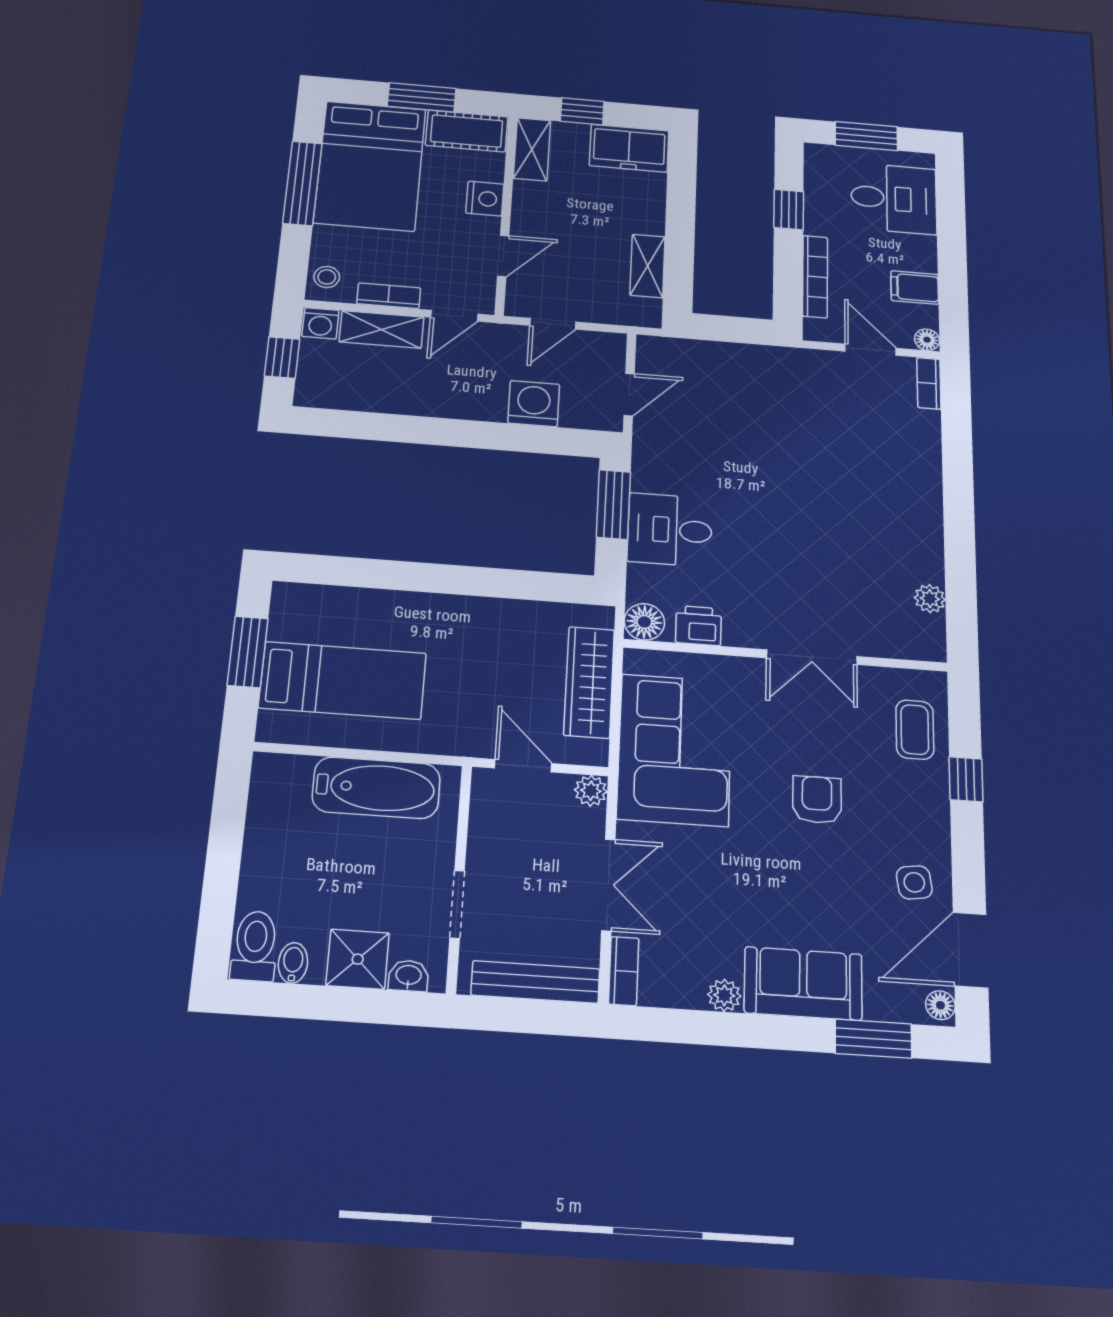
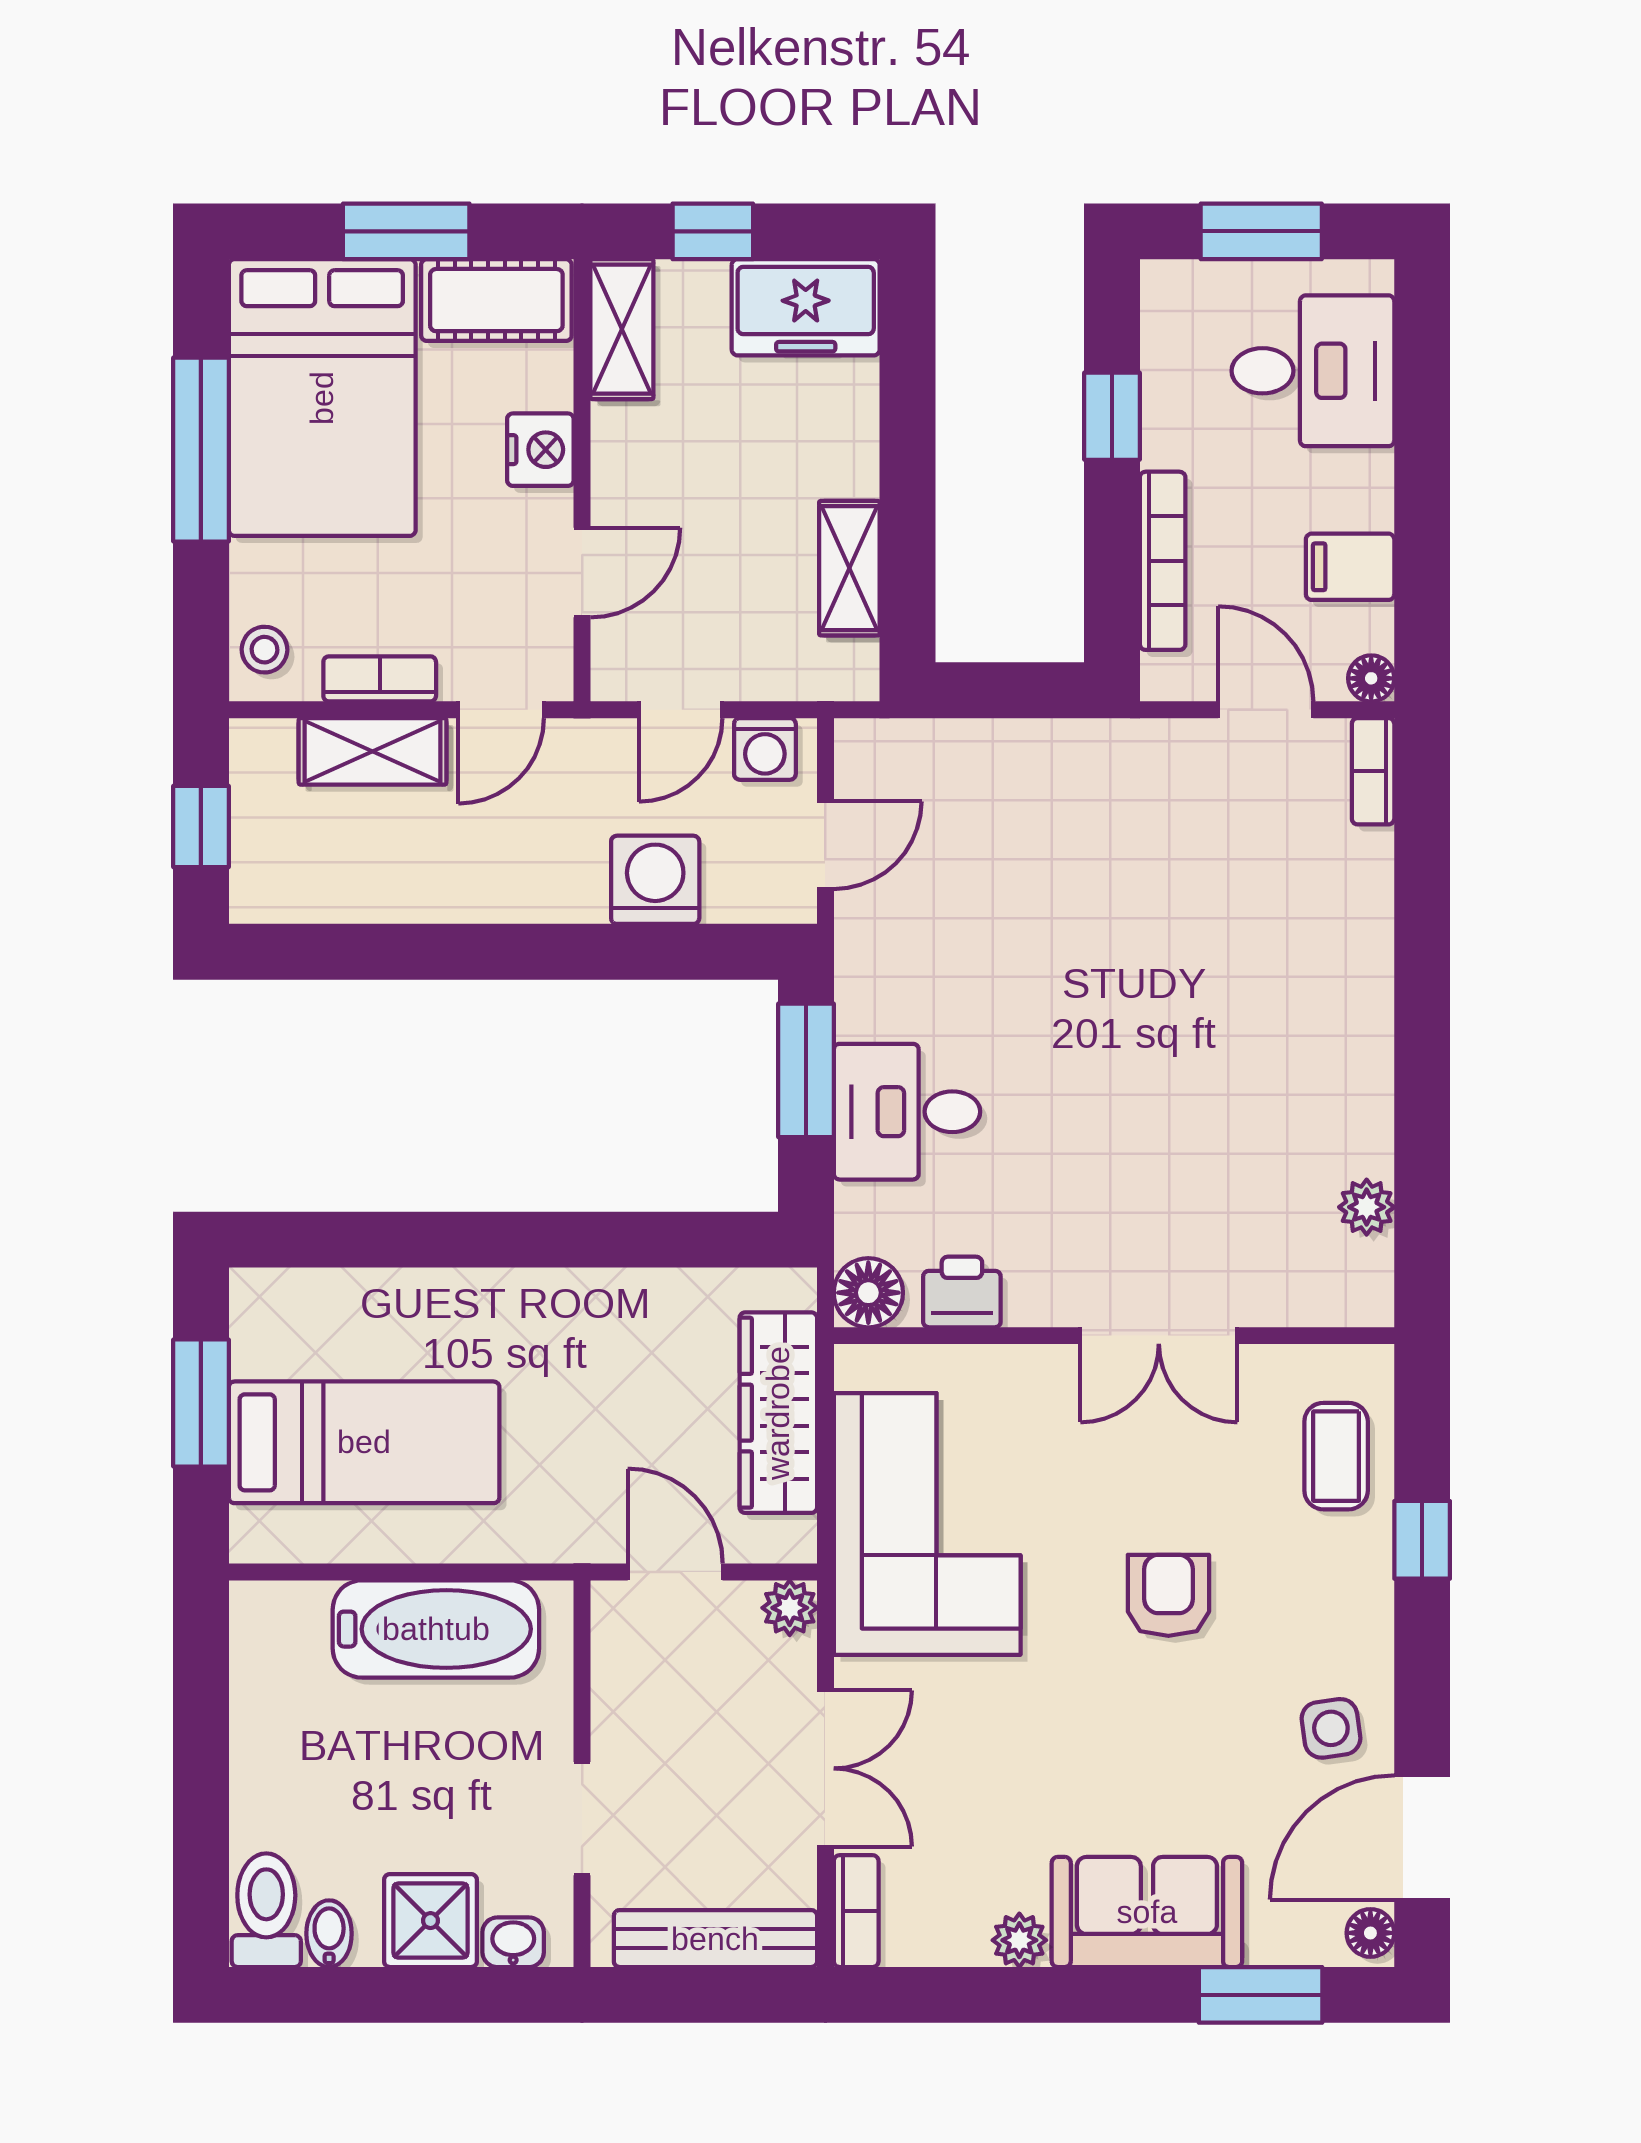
washing machine: (320, 323) -> (765, 749), moved

